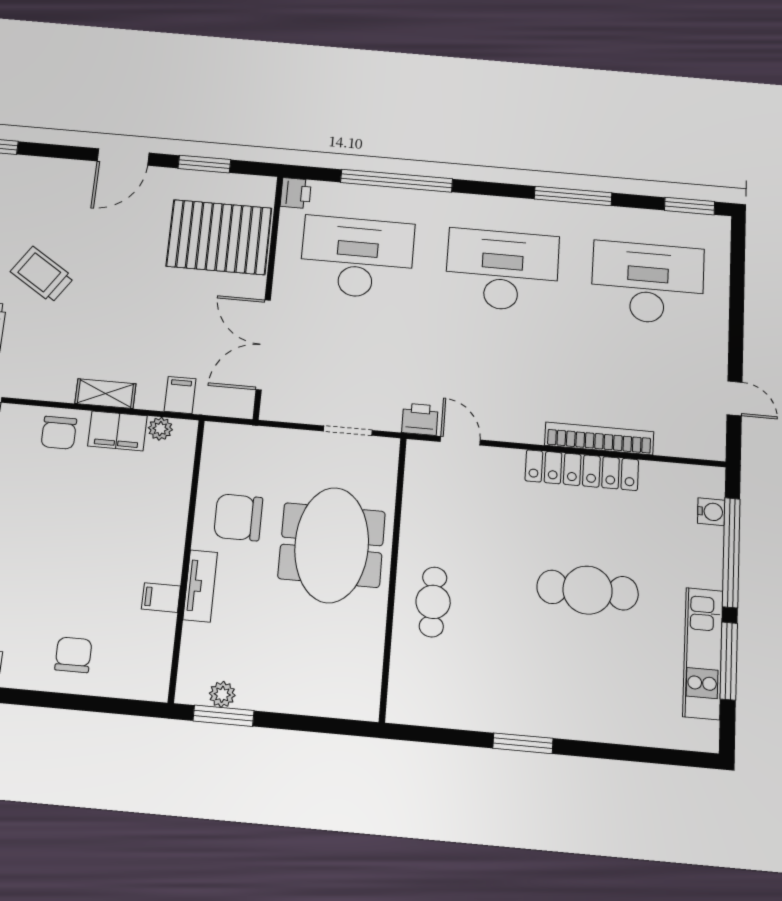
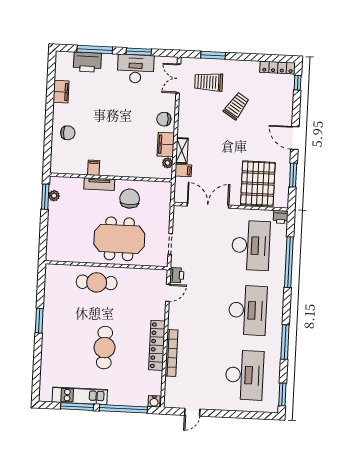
shelving: (105, 394) -> (182, 151), moved
water cooler: (711, 512) -> (154, 401), moved
cafe table: (433, 602) -> (97, 282), width x1.37, depth x1.35

